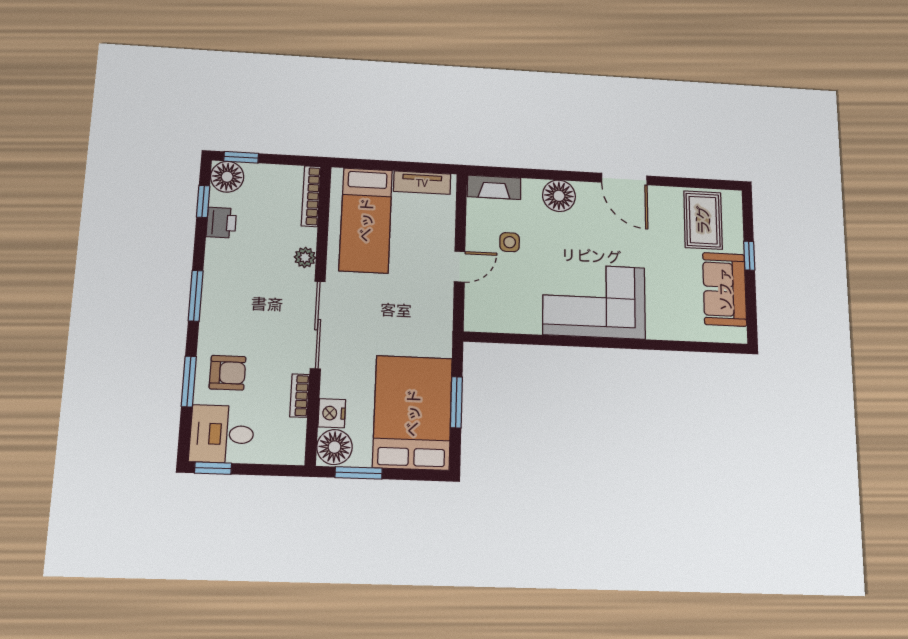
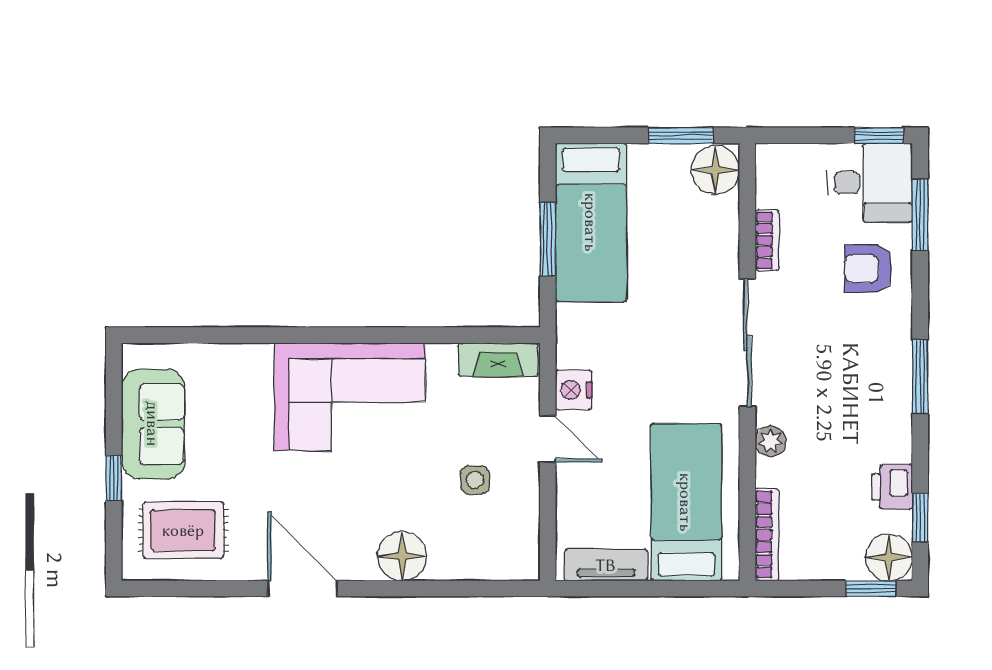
fireplace: (494, 187) -> (498, 360), moved, turned 180
rug: (703, 220) -> (183, 530), turned 90
door: (460, 267) -> (548, 439), swing flipped
window: (189, 381) -> (920, 215), moved
nightstand: (332, 413) -> (574, 390), moved, turned 180
bed: (413, 413) -> (591, 222), width x0.67

